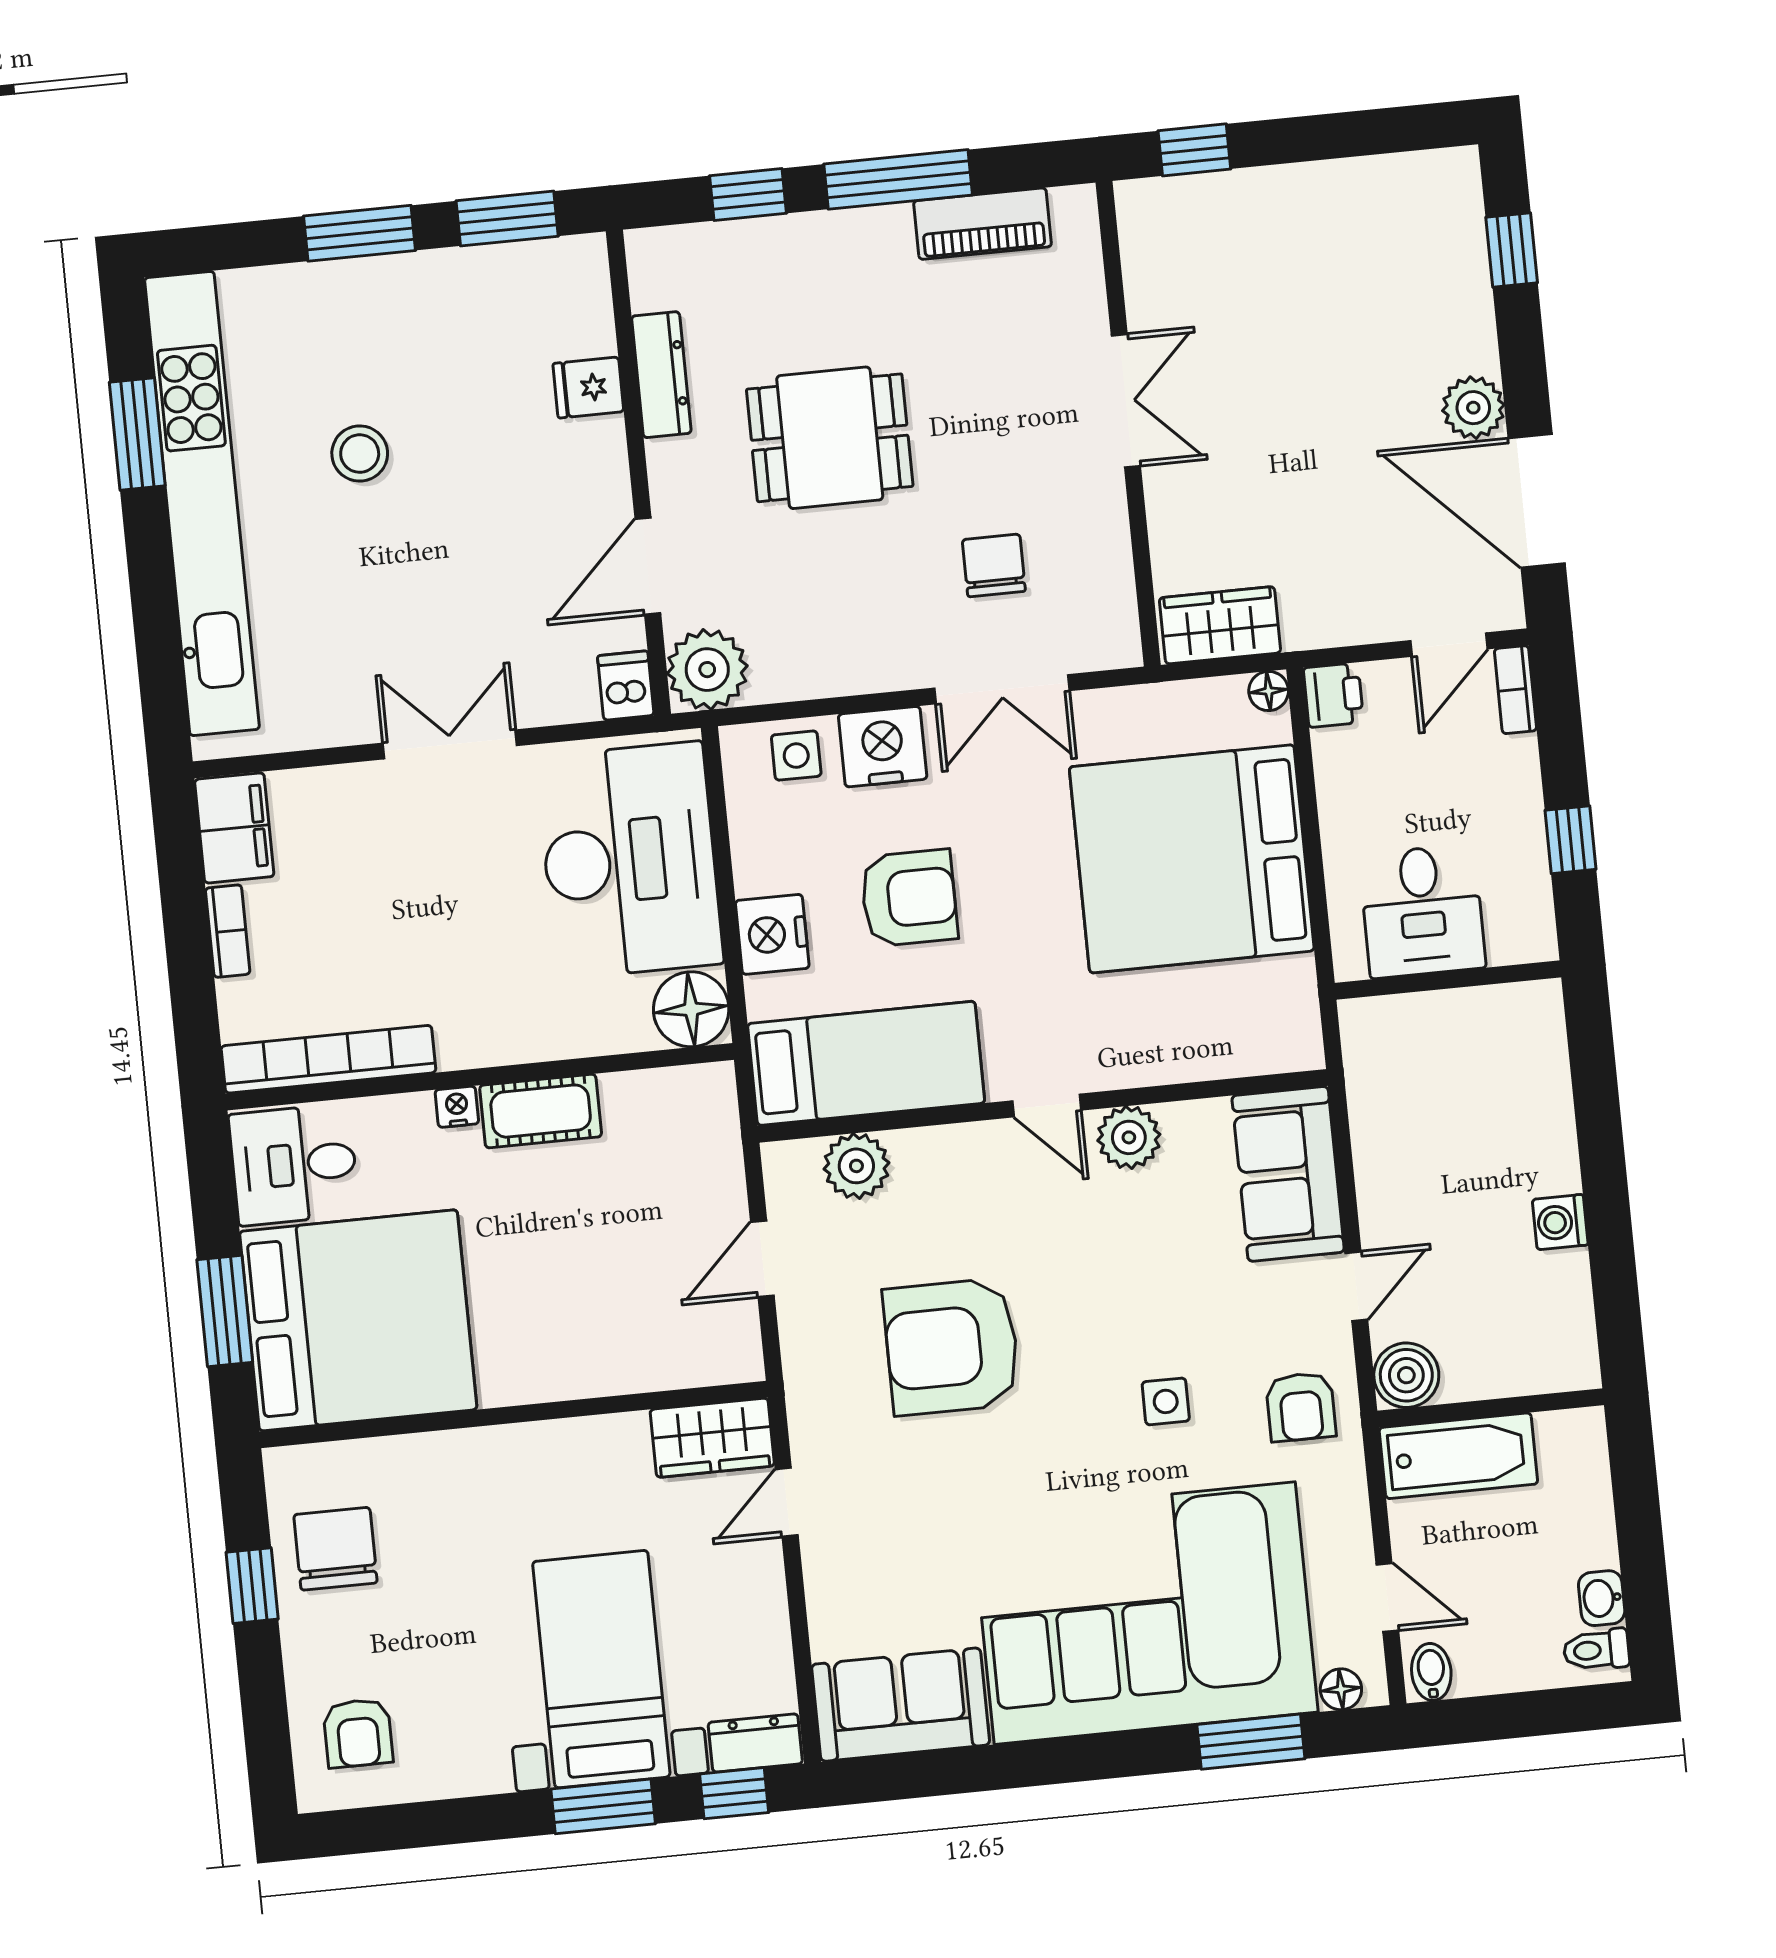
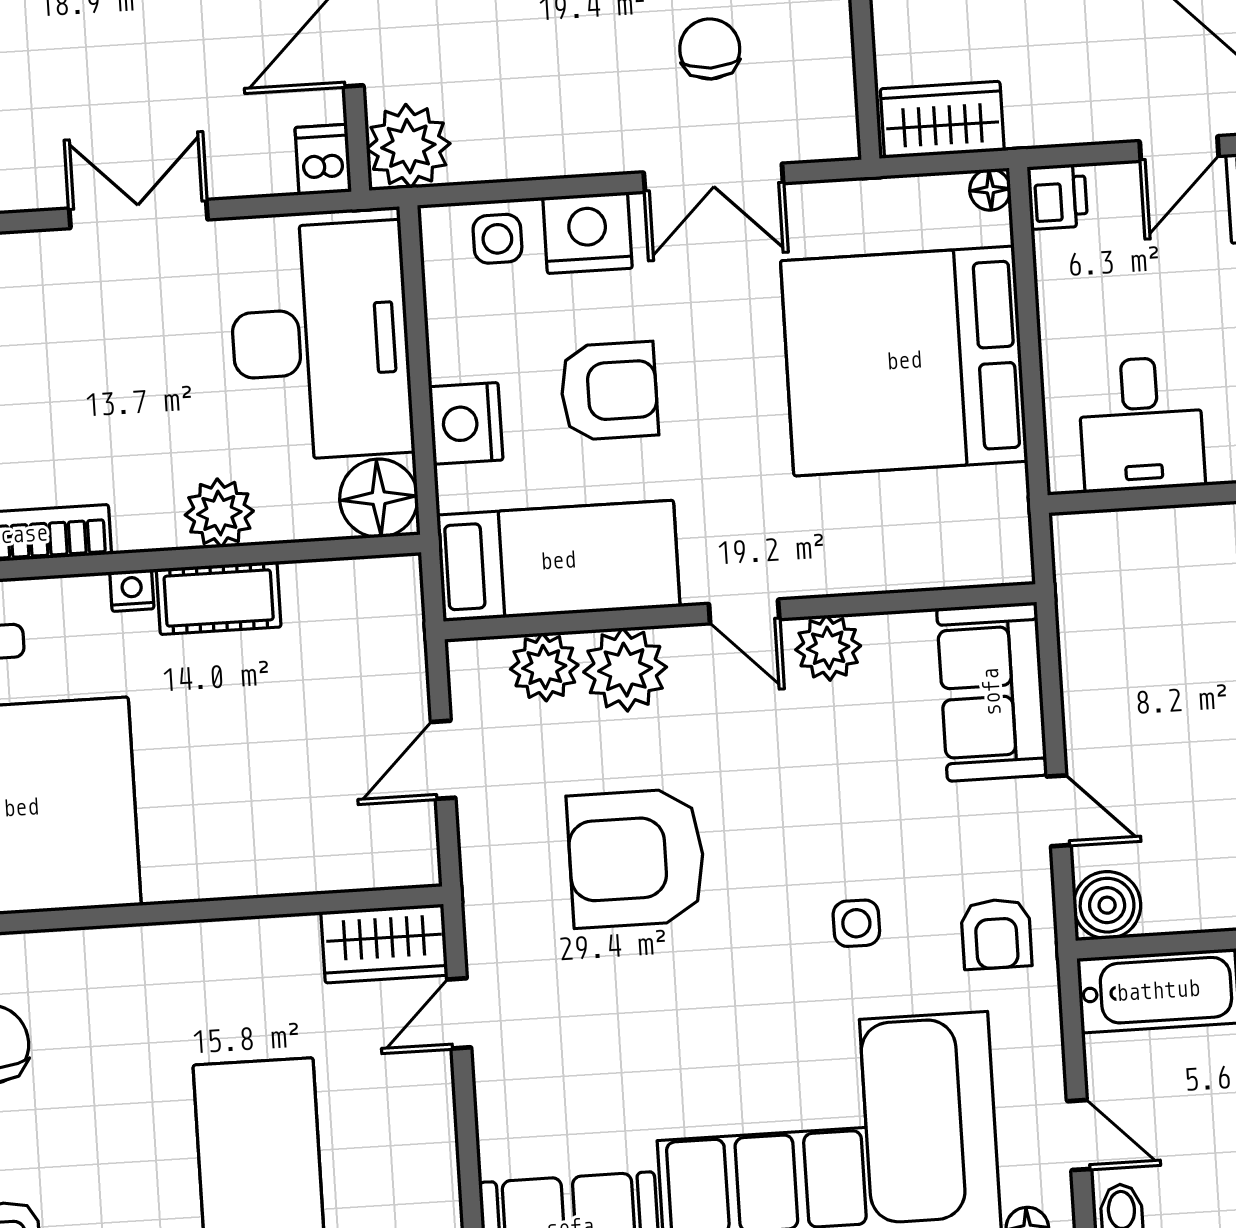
plant: (538, 1029) -> (219, 513), added
plant: (934, 1166) -> (625, 670), added
door: (1356, 1286) -> (1059, 811), hinge flipped

